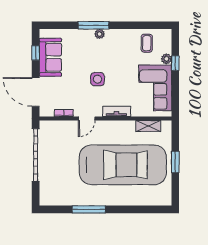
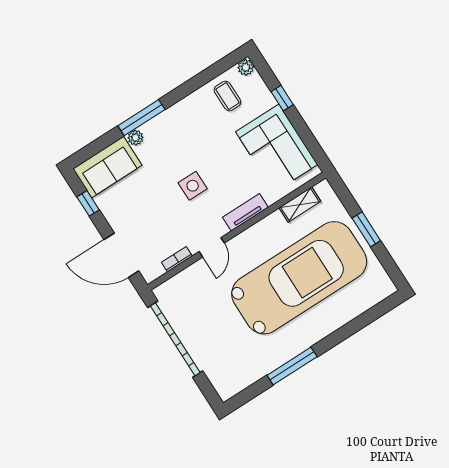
plant: (100, 34) -> (135, 138), moved
sofa: (50, 57) -> (107, 167), moved, turned 90
plant: (166, 59) -> (246, 67), moved

